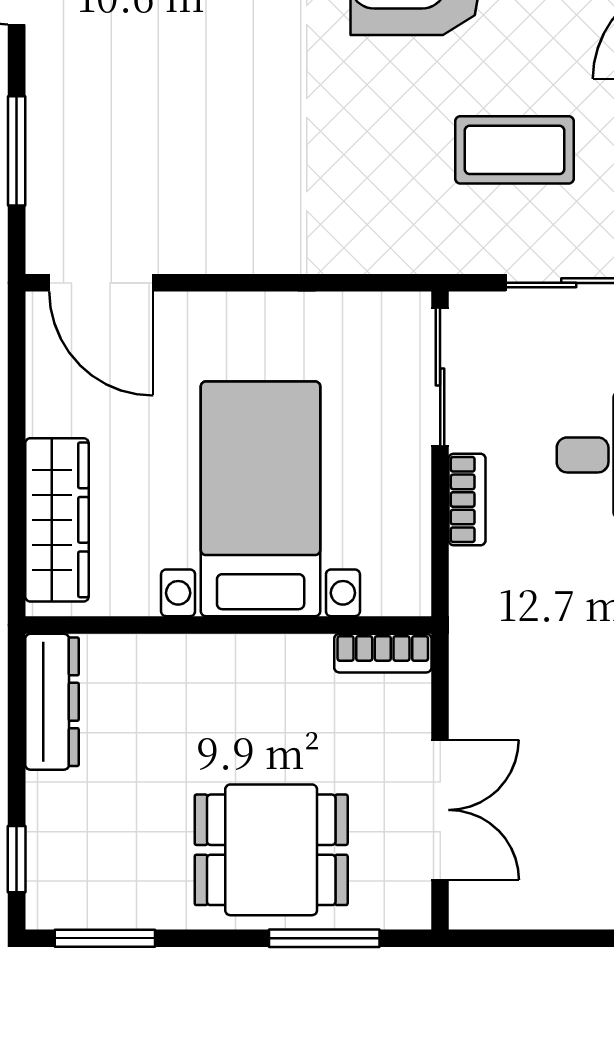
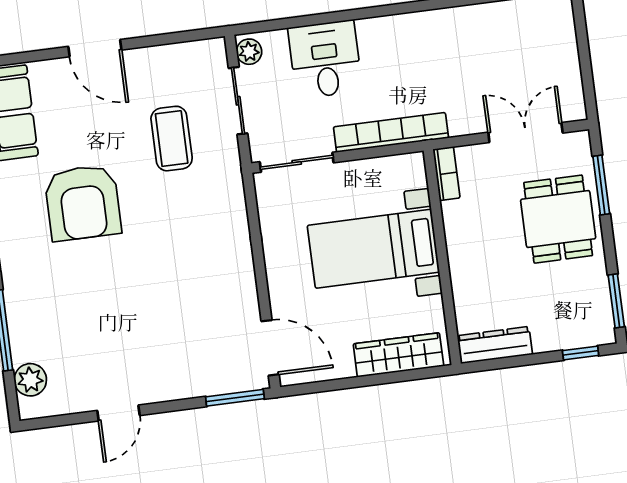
window: (17, 151) -> (235, 398), moved
door: (101, 283) -> (270, 348), hinge flipped
bookcase: (467, 499) -> (391, 132), width x2.31, depth x1.31

